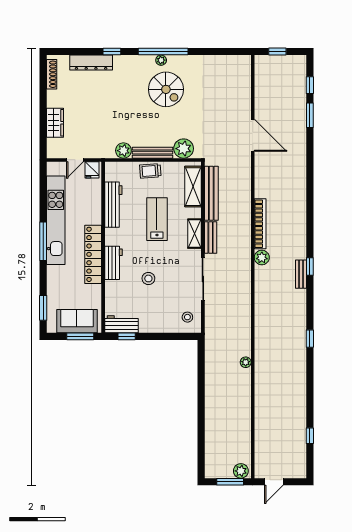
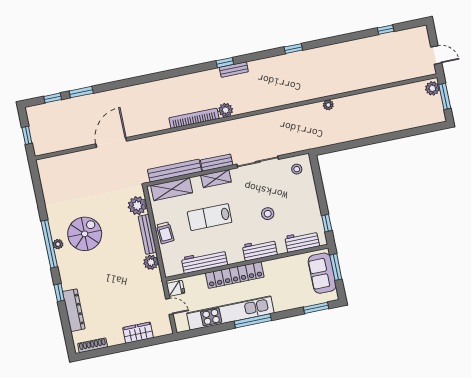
locker: (93, 254) -> (235, 275), moved
workbench: (121, 324) -> (302, 241), moved, turned 90

